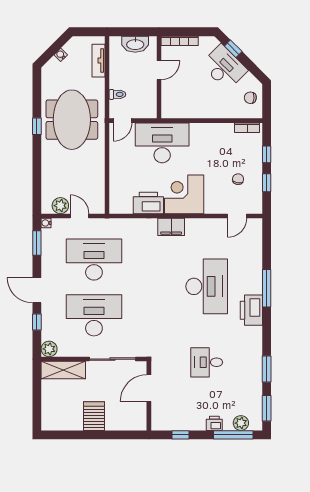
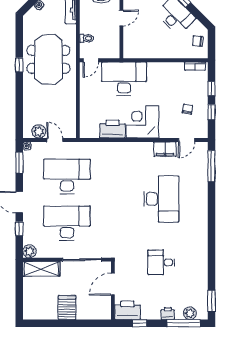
filing cabinet: (171, 227) -> (165, 149), moved
window: (267, 288) -> (211, 166), moved
printer: (251, 310) -> (127, 310), moved, turned 90
window: (267, 369) -> (211, 268), removed

